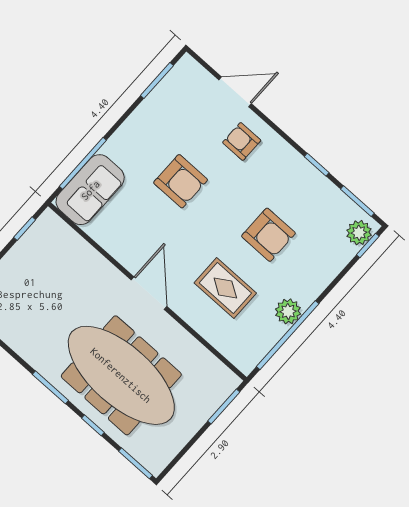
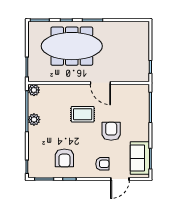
armchair: (181, 181) -> (111, 131), turned 90
sofa: (90, 190) -> (140, 158), moved
plant: (359, 233) -> (34, 90), moved
armchair: (268, 235) -> (64, 158), moved, turned -90
rug: (225, 288) -> (83, 114), moved
door: (149, 293) -> (100, 83), moved

